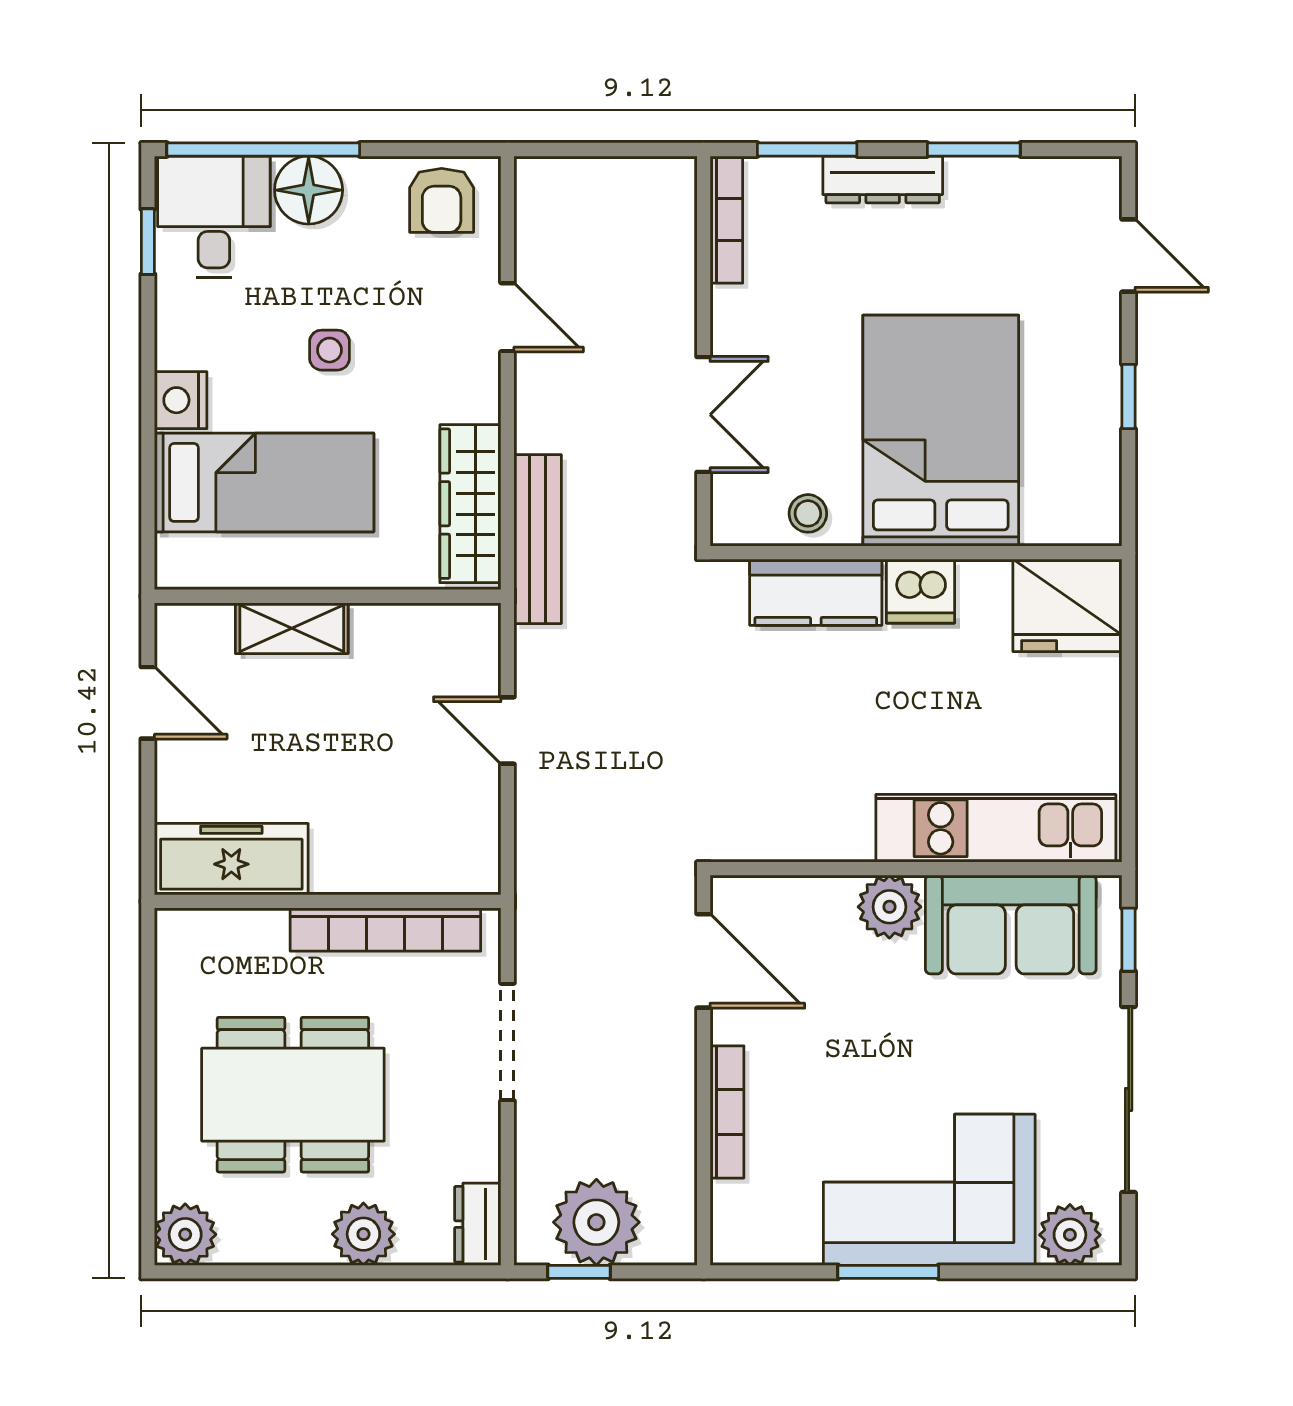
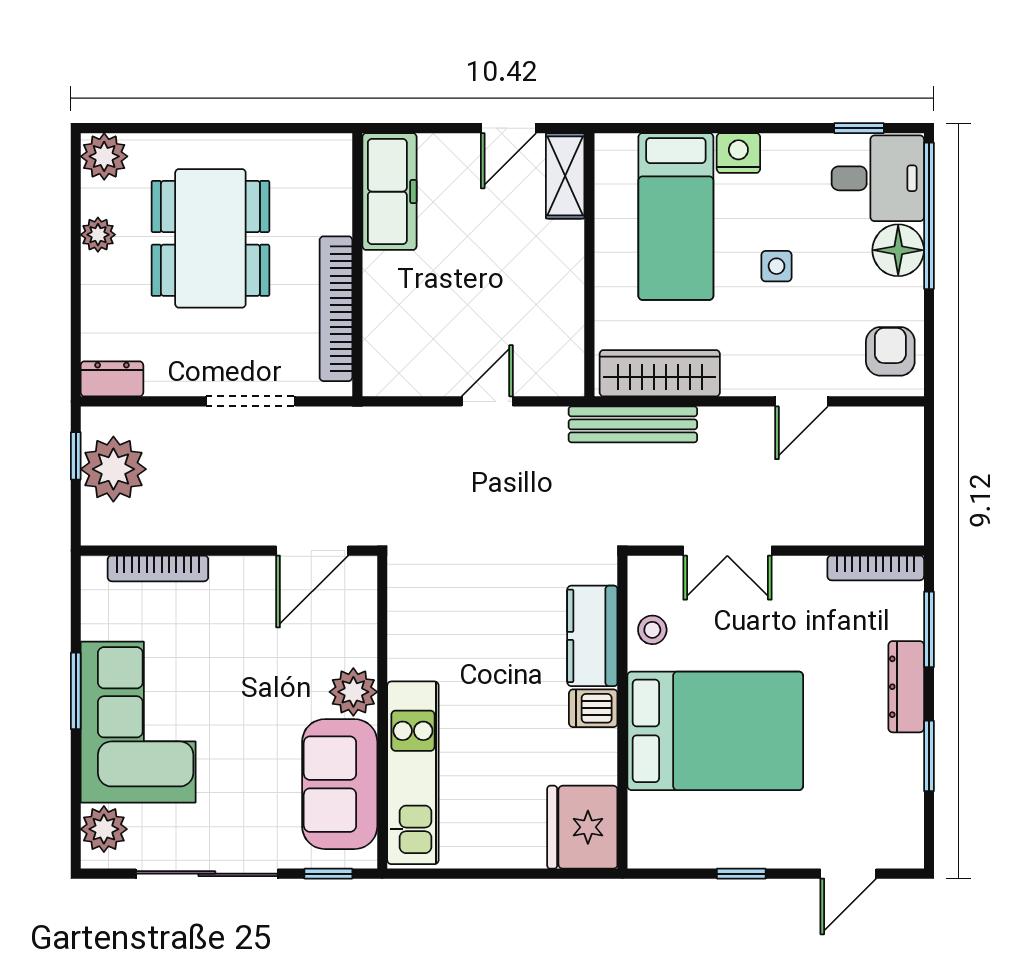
armchair: (442, 200) -> (890, 351), turned 90
dishwasher: (920, 591) -> (593, 708), width x0.73
shelving: (292, 628) -> (565, 176), moved
bookcase: (727, 1112) -> (158, 568), moved
plant: (363, 1234) -> (98, 235), moved, width x0.73, depth x0.73

